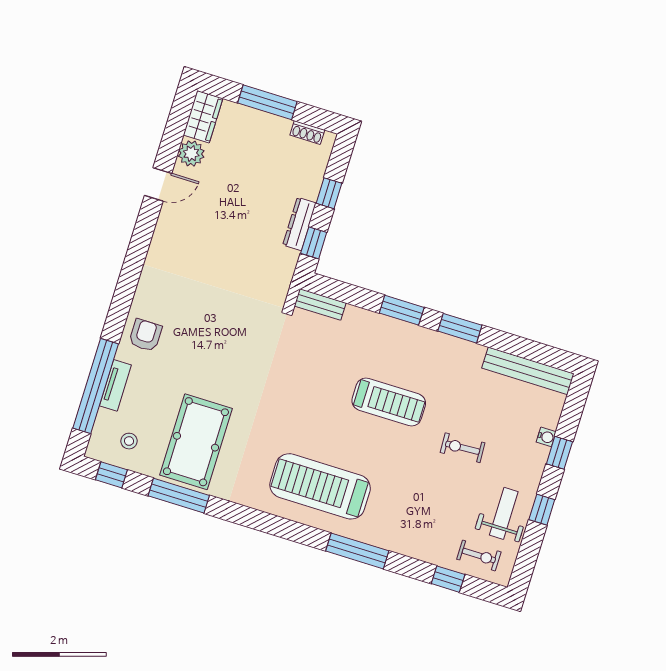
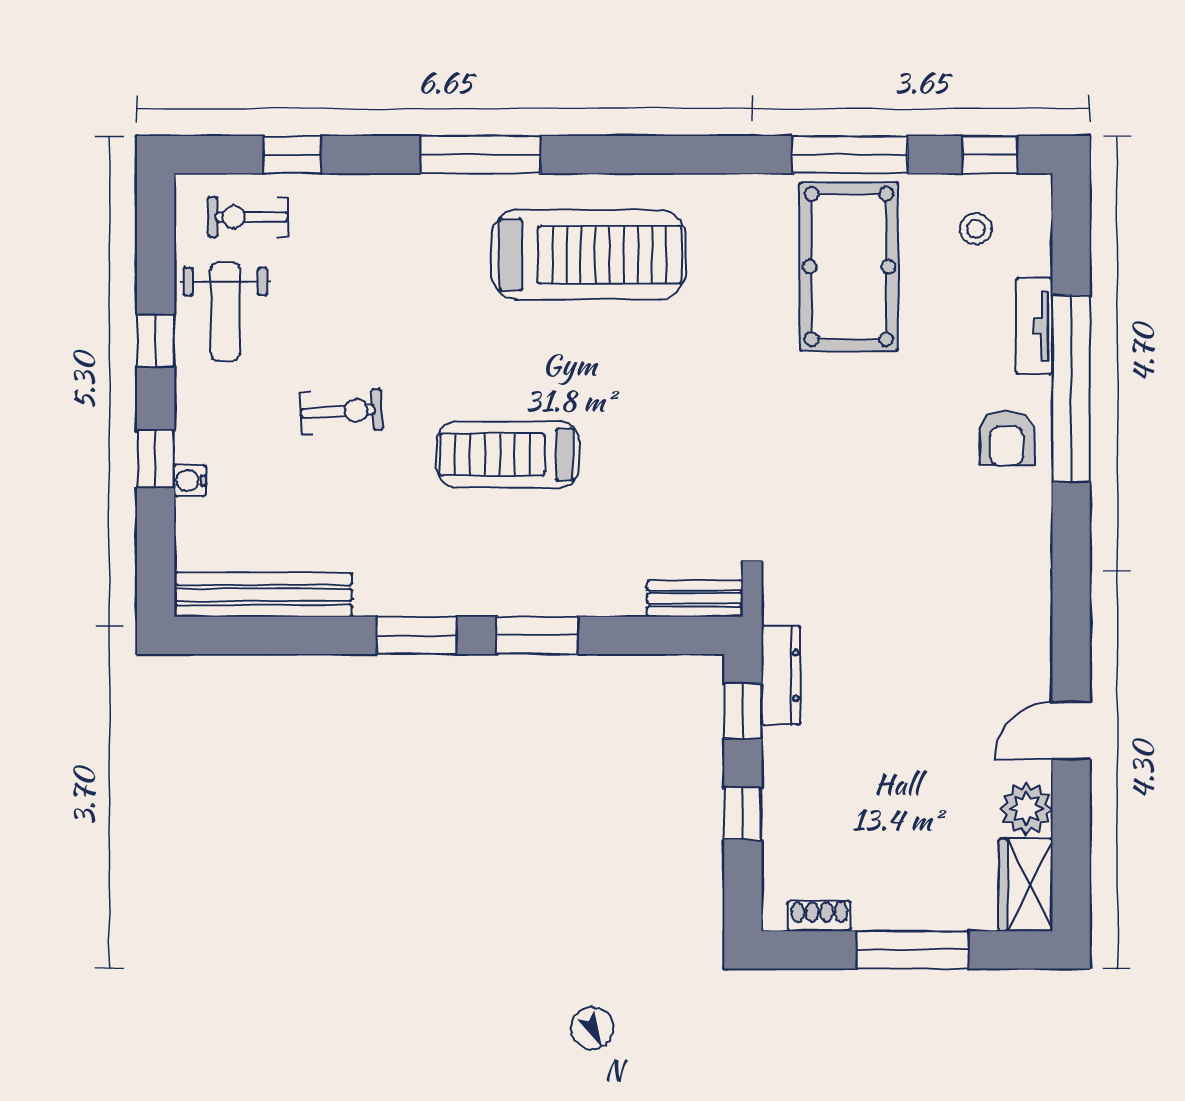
dresser: (299, 224) -> (781, 675), moved
window: (96, 386) -> (1071, 388), moved

